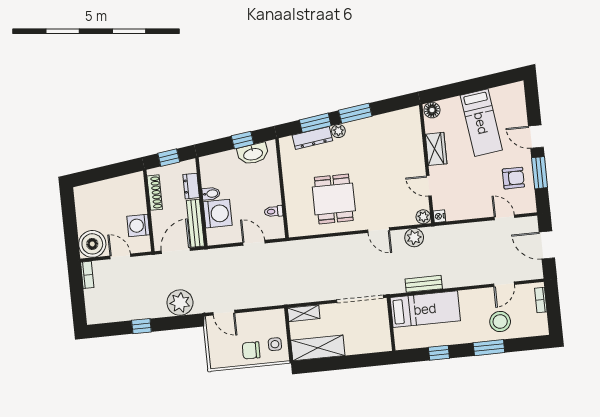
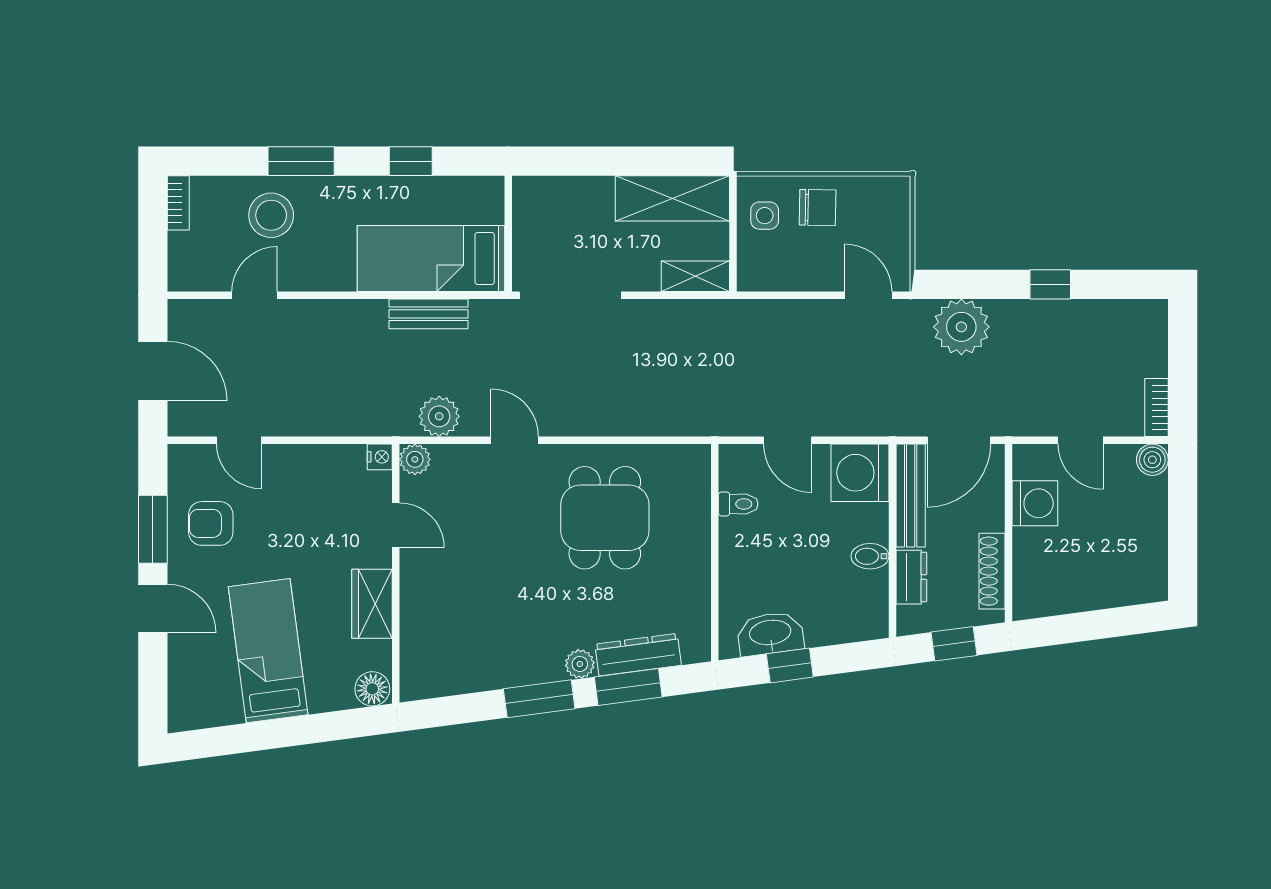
washing machine: (218, 214) -> (860, 473), moved
boiler: (92, 244) -> (1152, 460), width x0.54, depth x0.54
bookcase: (541, 300) -> (178, 203), moved

